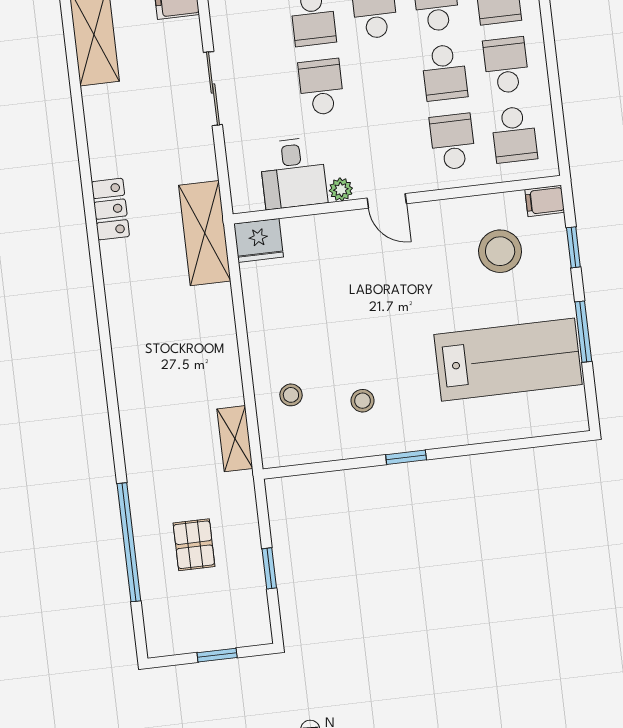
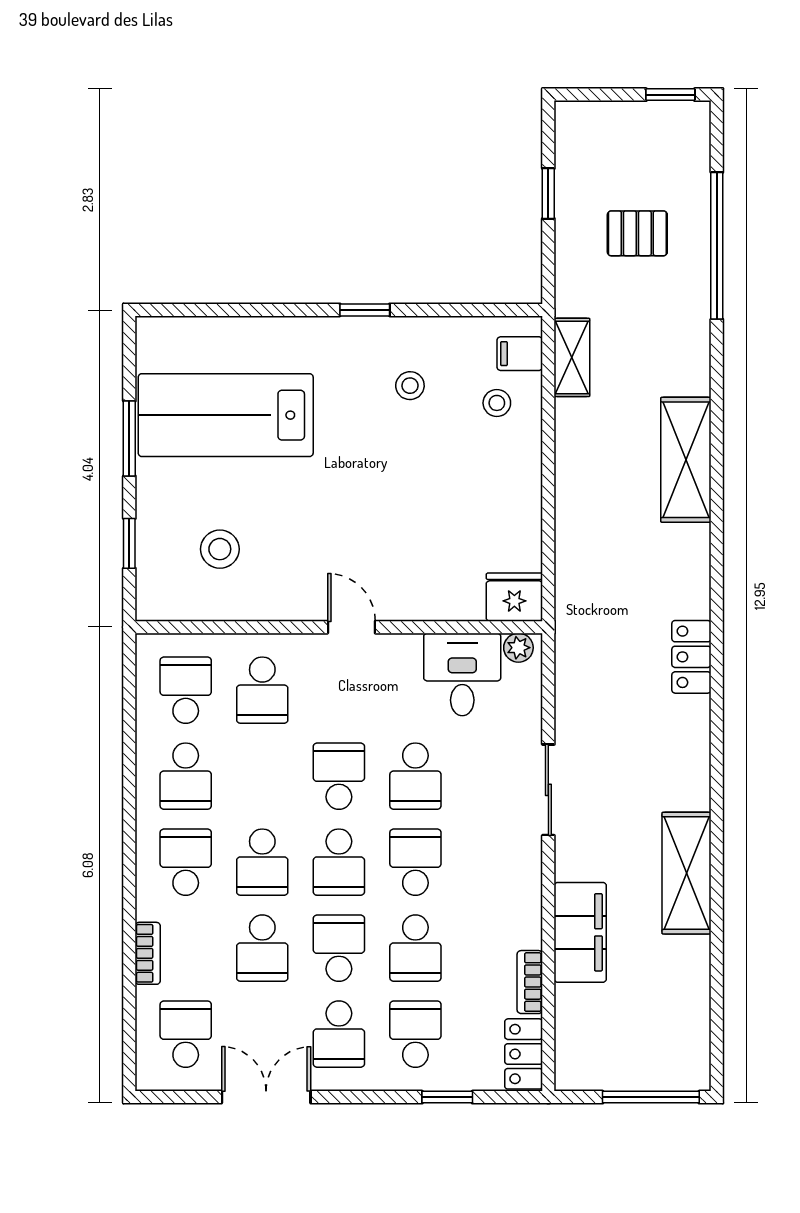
school desk: (444, 73) -> (339, 776), moved
plant: (341, 189) -> (518, 648), moved
filing cabinet: (545, 201) -> (520, 354), moved, turned 180
shelving: (205, 233) -> (686, 460), moved
stool: (500, 251) -> (220, 549), width x0.73, depth x0.73
pallet: (194, 545) -> (637, 233), turned 90
window: (217, 655) -> (670, 95), moved

